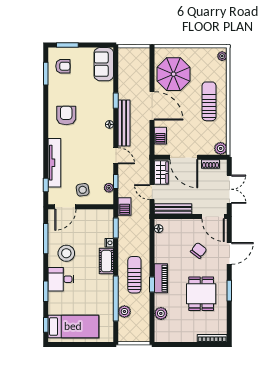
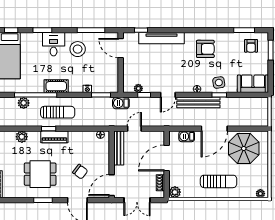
wardrobe: (161, 172) -> (153, 137), removed
side table: (83, 190) -> (219, 83), moved
cot: (106, 261) -> (56, 86), moved

